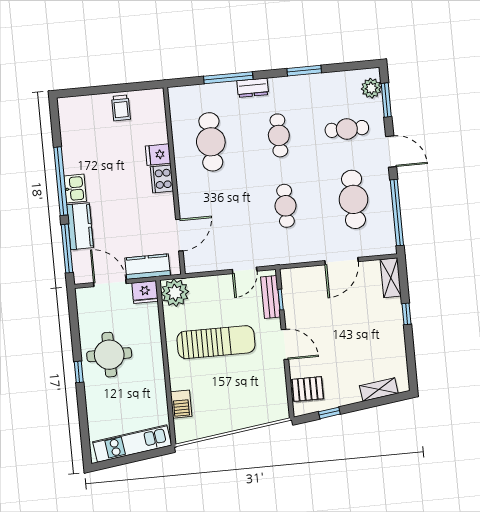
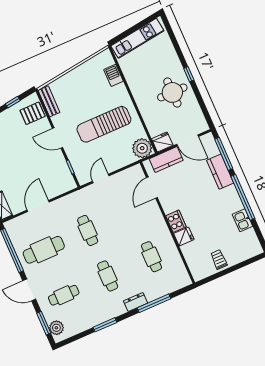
cafe table: (211, 142) -> (152, 257), width x0.73, depth x0.74
kitchen sink: (75, 189) -> (242, 220), moved
cafe table: (354, 199) -> (44, 250), turned 90
bench: (271, 297) -> (49, 101), moved

